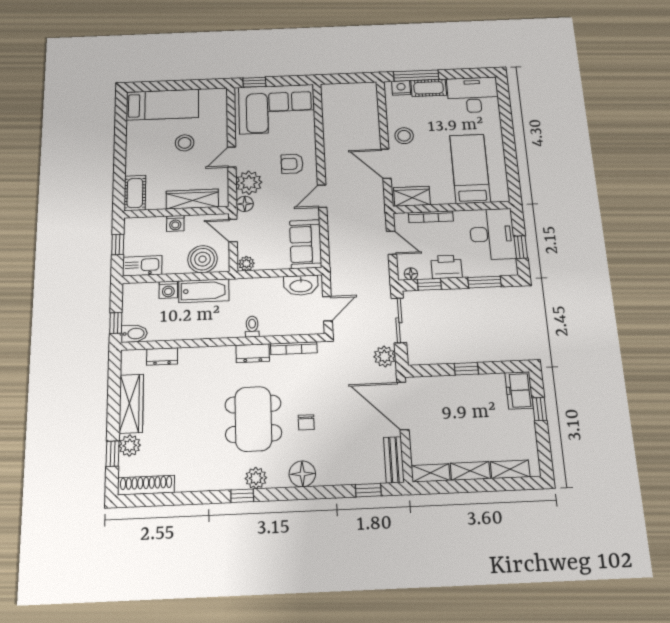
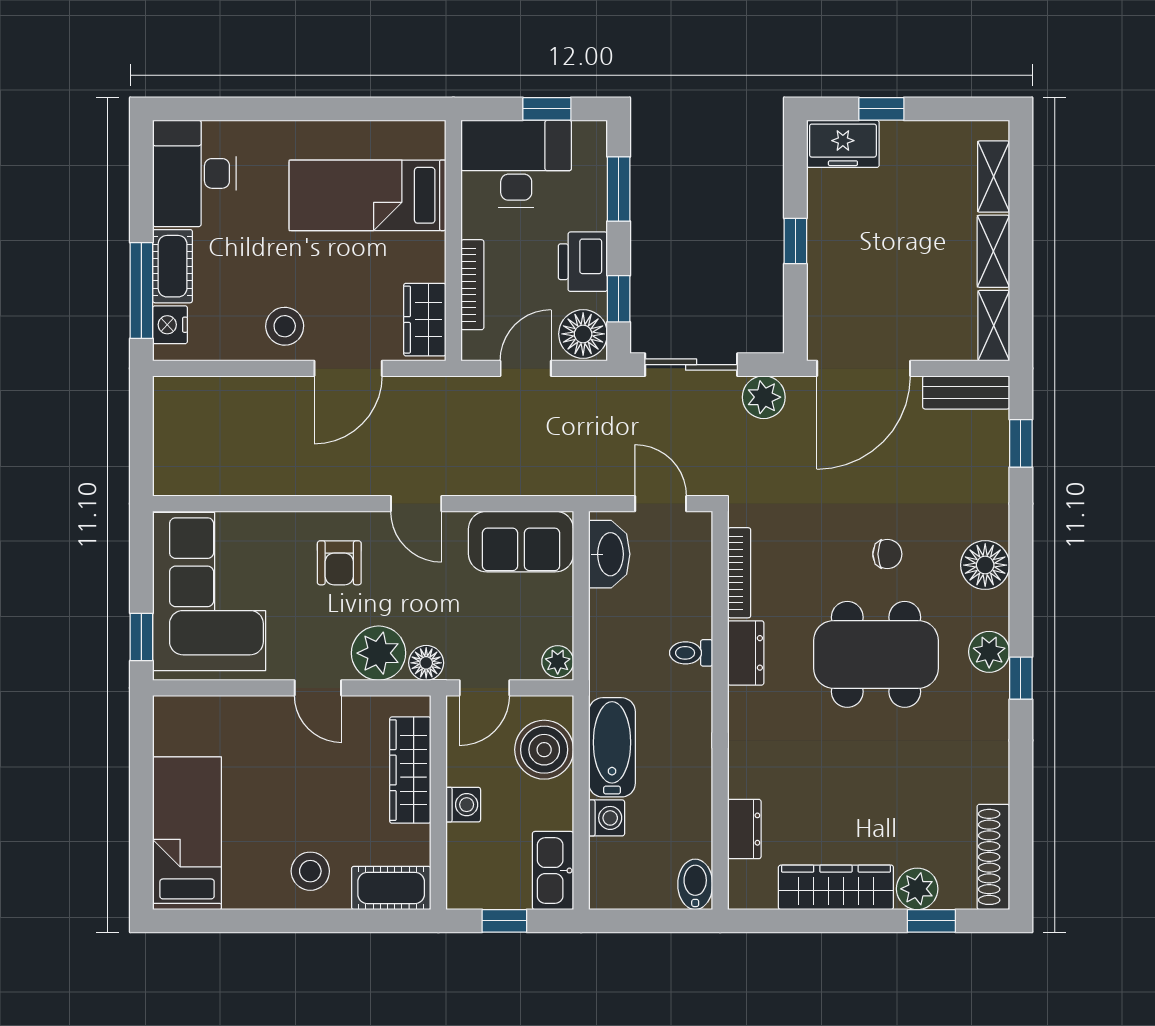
stool: (185, 143) -> (310, 871), moved
floor lamp: (411, 274) -> (583, 334), width x1.89, depth x1.89
window: (116, 323) -> (672, 921), removed

